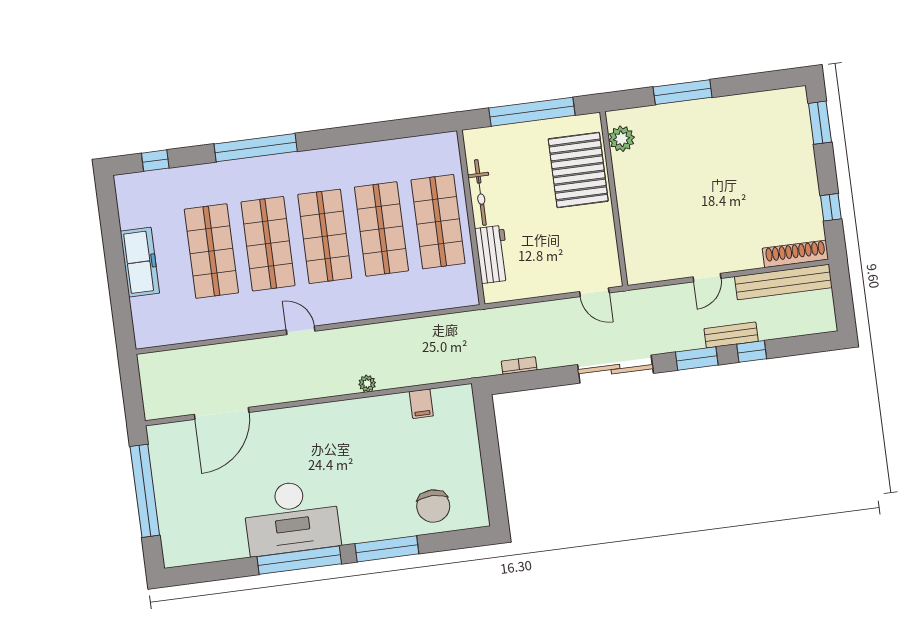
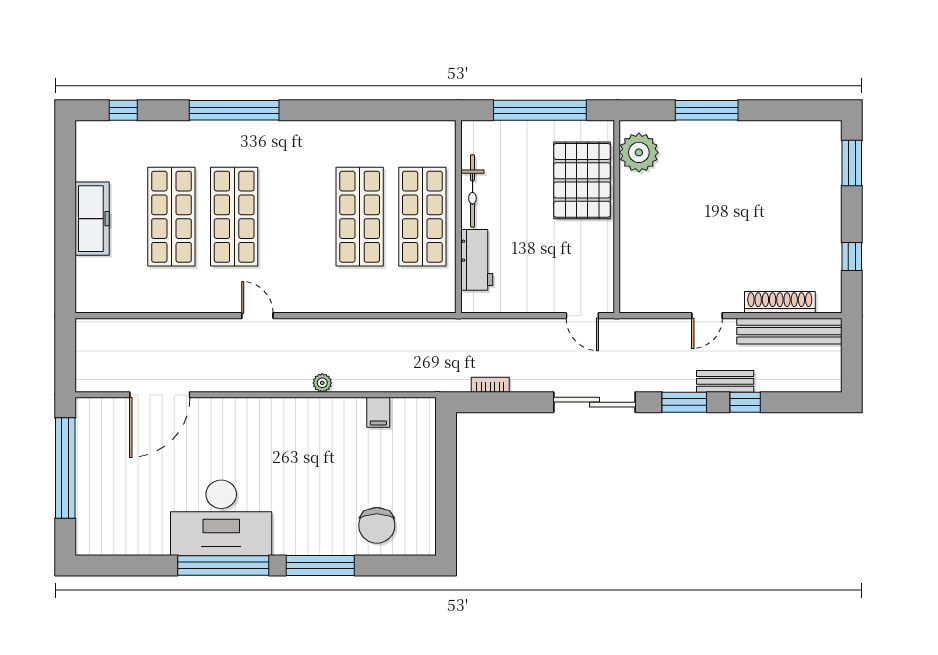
plant: (622, 139) -> (639, 152), width x1.36, depth x1.36
shop shelf: (325, 236) -> (297, 217), removed
shoe rack: (795, 254) -> (780, 302), moved

